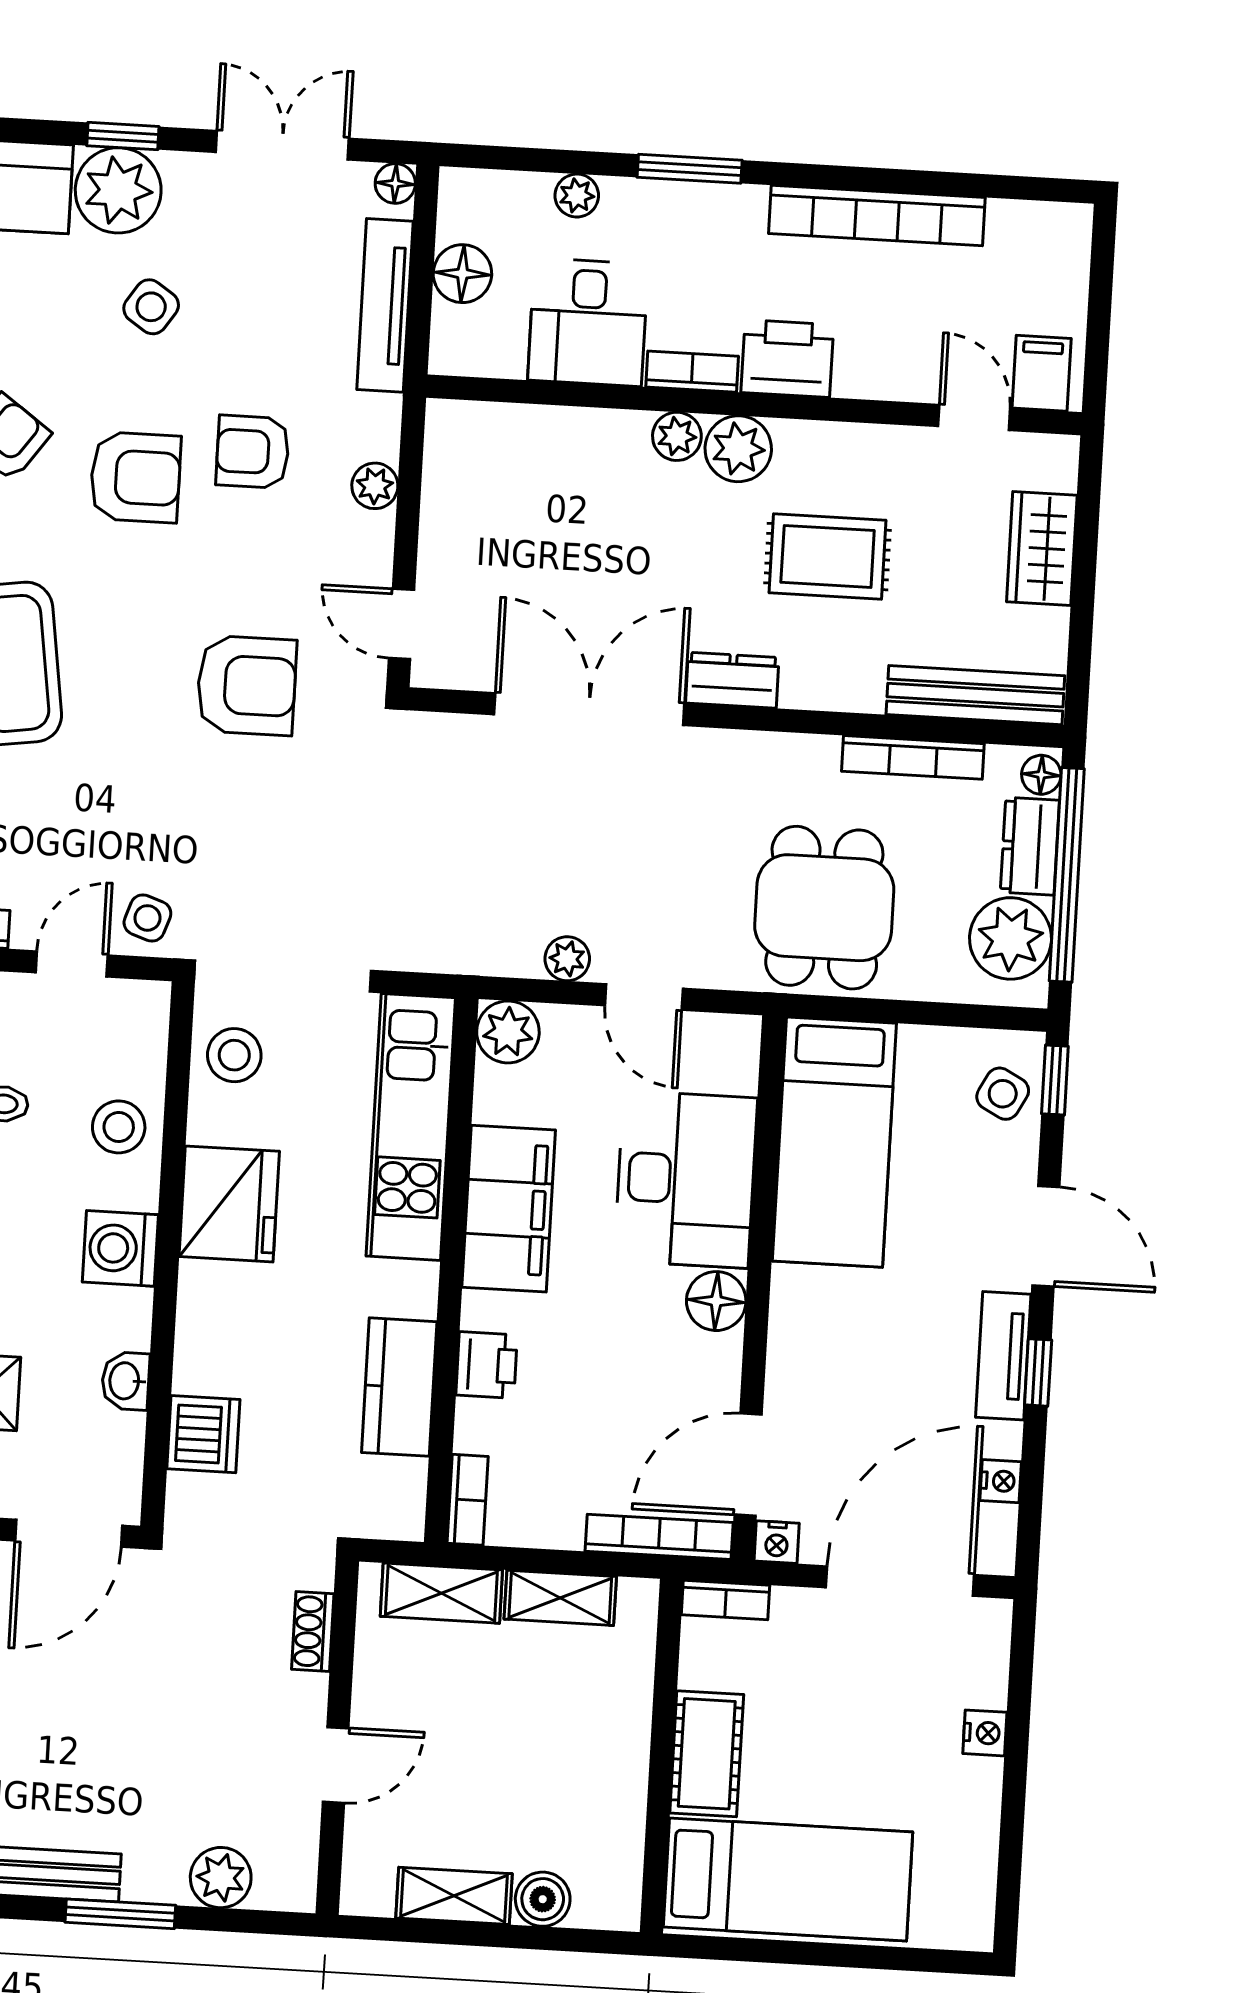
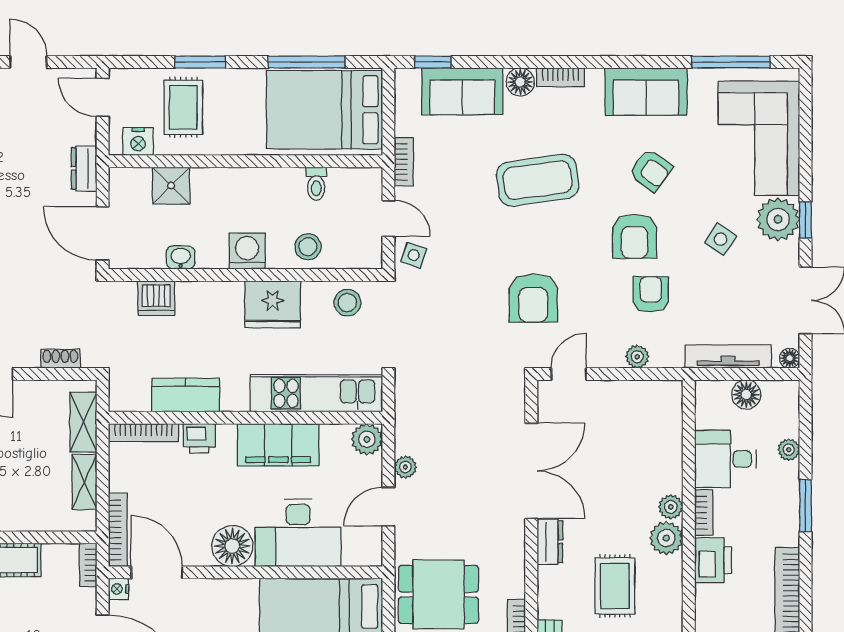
floor lamp: (716, 1301) -> (232, 546), width x1.38, depth x1.38
bookcase: (468, 1500) -> (144, 433), width x1.56

